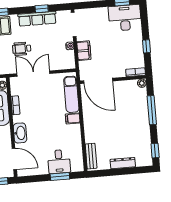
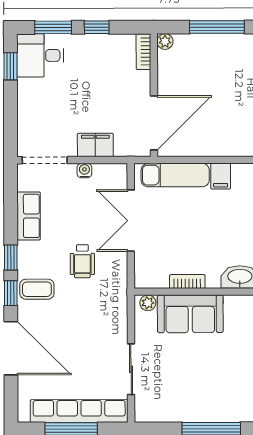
window: (42, 9) -> (11, 258), moved
desk: (125, 18) -> (40, 55), width x0.73
row of seats: (37, 19) -> (29, 216), width x0.68
window: (145, 23) -> (53, 27), added
double door: (33, 74) -> (131, 221), moved

